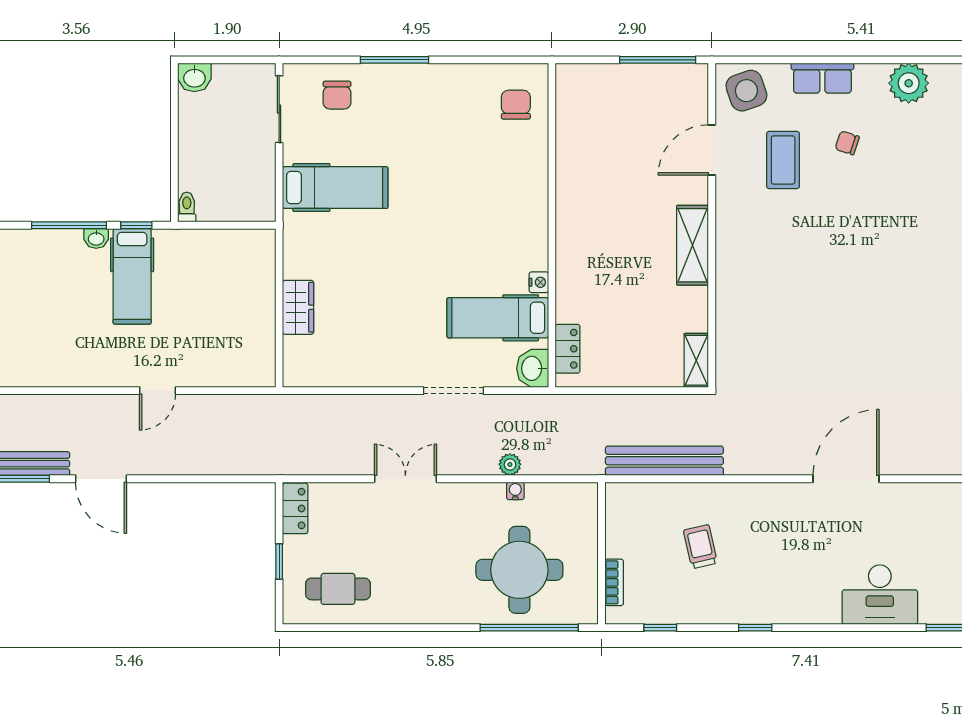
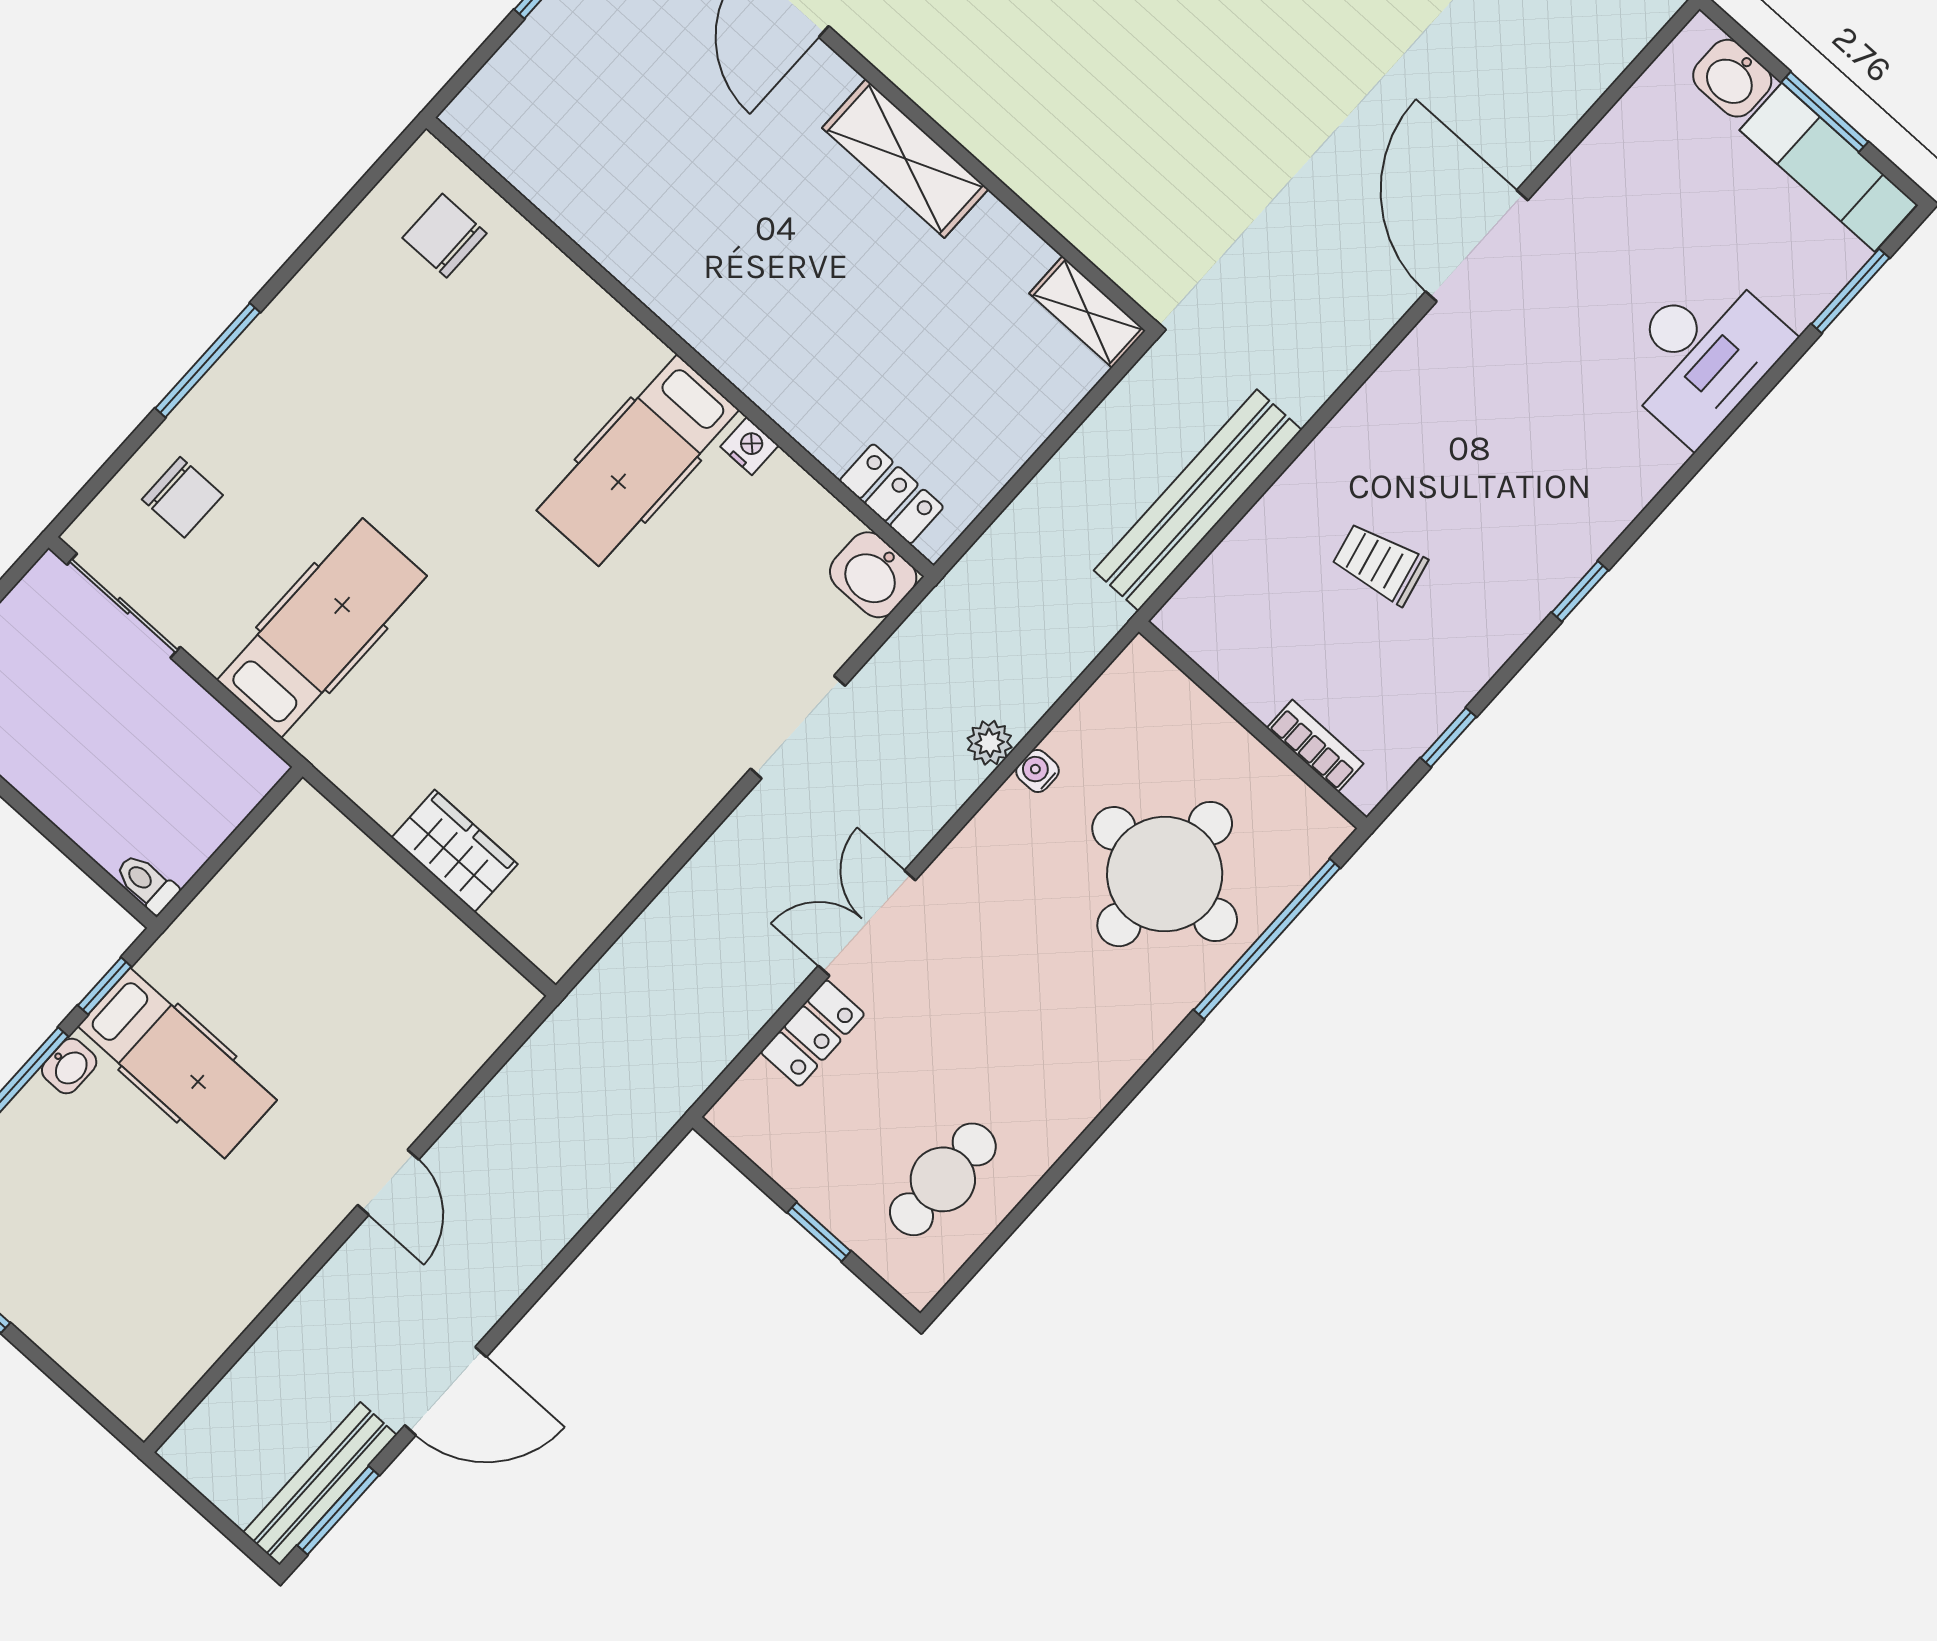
hospital bed: (498, 318) -> (638, 460), moved
locker: (295, 508) -> (813, 1033), moved, turned 90

